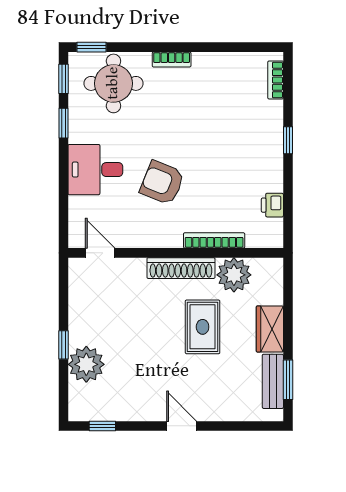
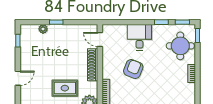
door: (100, 253) -> (100, 39), swing flipped
shoe rack: (181, 268) -> (93, 65), moved
plant: (86, 364) -> (43, 29), width x0.53, depth x0.53

